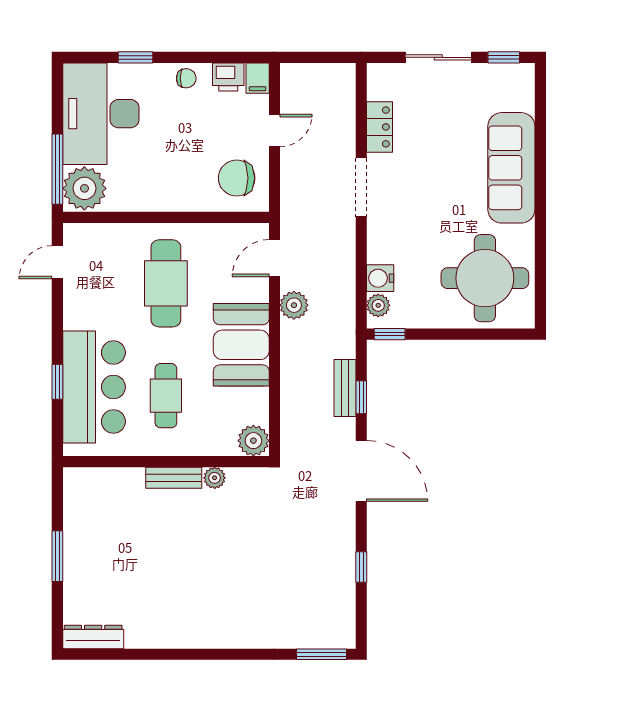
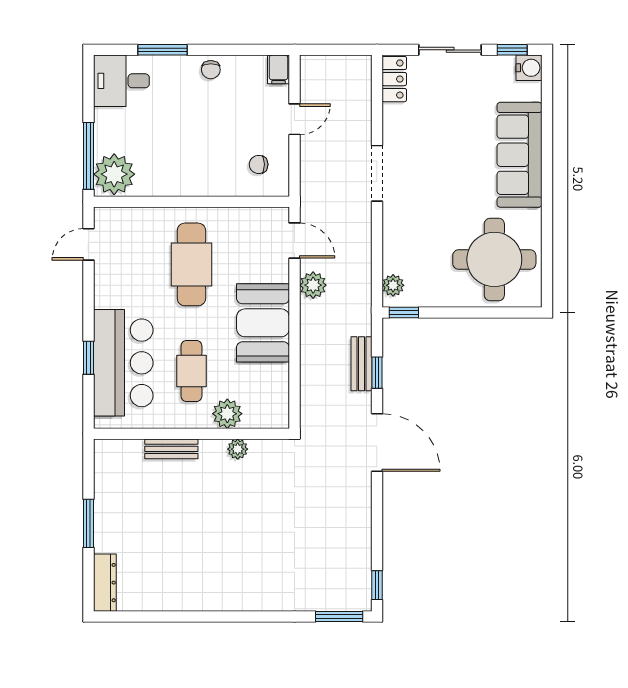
window: (135, 57) -> (163, 50), width x1.50
printer: (228, 77) -> (251, 68), removed
chair: (186, 78) -> (211, 70), turned 90
desk: (101, 114) -> (121, 81), width x0.53, depth x0.77
locker: (379, 127) -> (394, 79), moved
chair: (237, 178) -> (259, 164), width x0.54, depth x0.54
door: (274, 258) -> (295, 240), swing flipped
water cooler: (380, 278) -> (529, 68), moved, turned 180
plant: (253, 441) -> (227, 414), moved
bench: (174, 478) -> (171, 449), moved
window: (361, 567) -> (377, 585), moved
dresser: (93, 637) -> (105, 583), moved, turned 90

